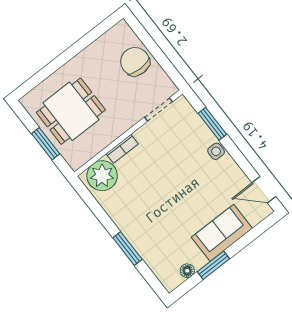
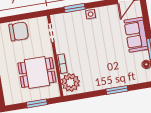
chair: (135, 62) -> (19, 31), turned 180
dining table: (71, 111) -> (37, 73), moved, turned 90

